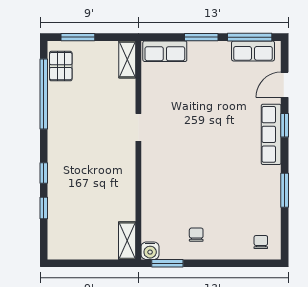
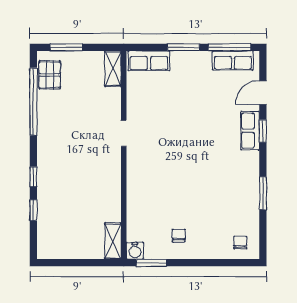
row of seats: (271, 134) -> (250, 131), width x0.68

